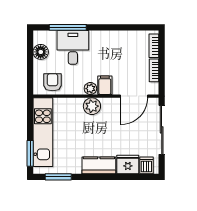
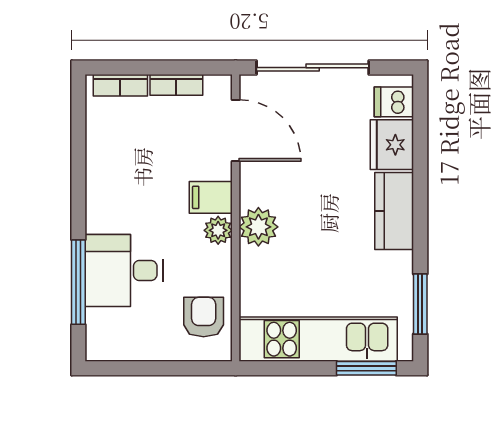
floor lamp: (41, 52) -> (134, 344), removed
armchair: (53, 82) -> (204, 317), turned 90

